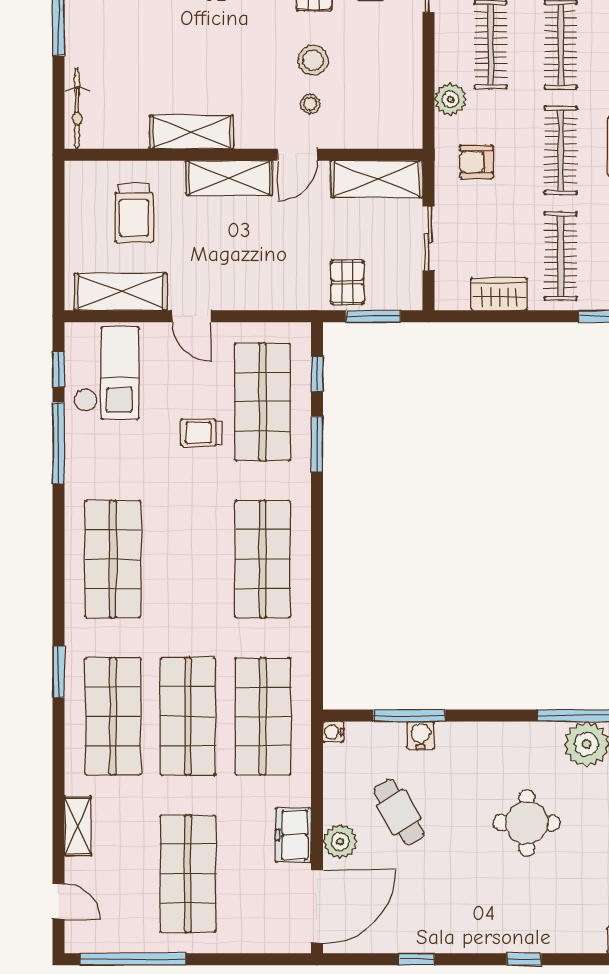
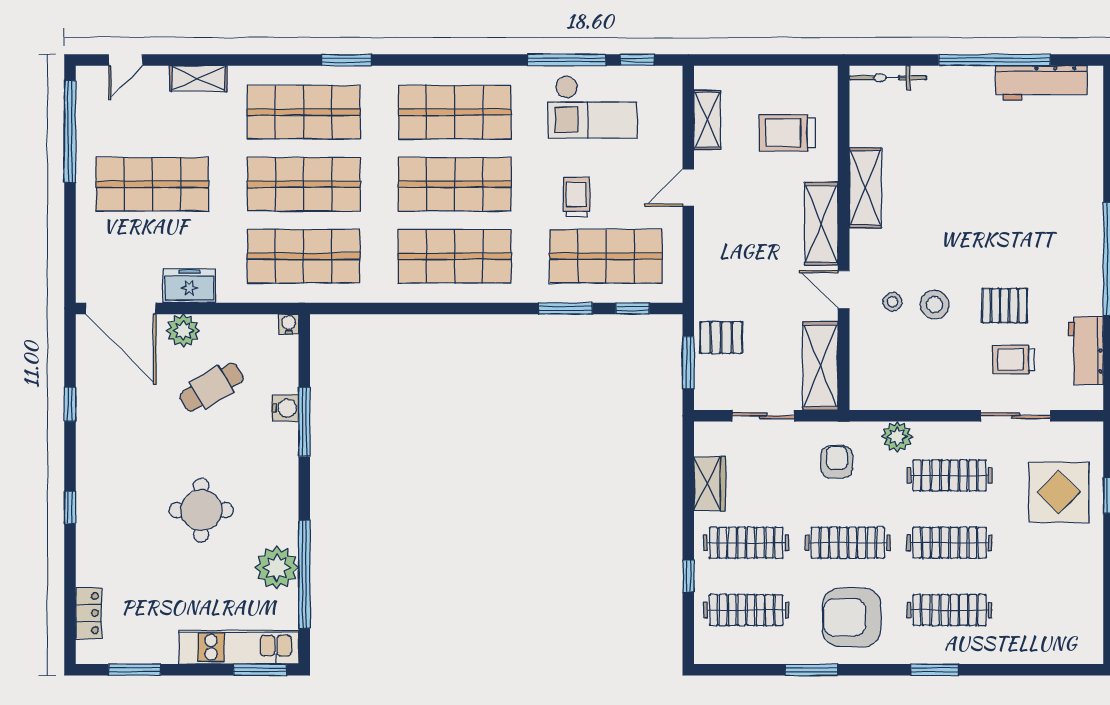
shelving: (121, 292) -> (707, 120), width x0.67, depth x0.75
checkout: (106, 373) -> (592, 107), moved
shop shelf: (188, 559) -> (455, 184), added
window: (409, 716) -> (304, 422), moved

